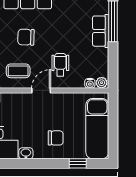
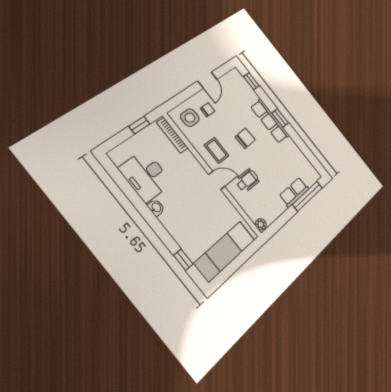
chair: (26, 37) -> (245, 138), turned 85
water cooler: (90, 83) -> (253, 215), removed
chair: (56, 138) -> (189, 223), removed

